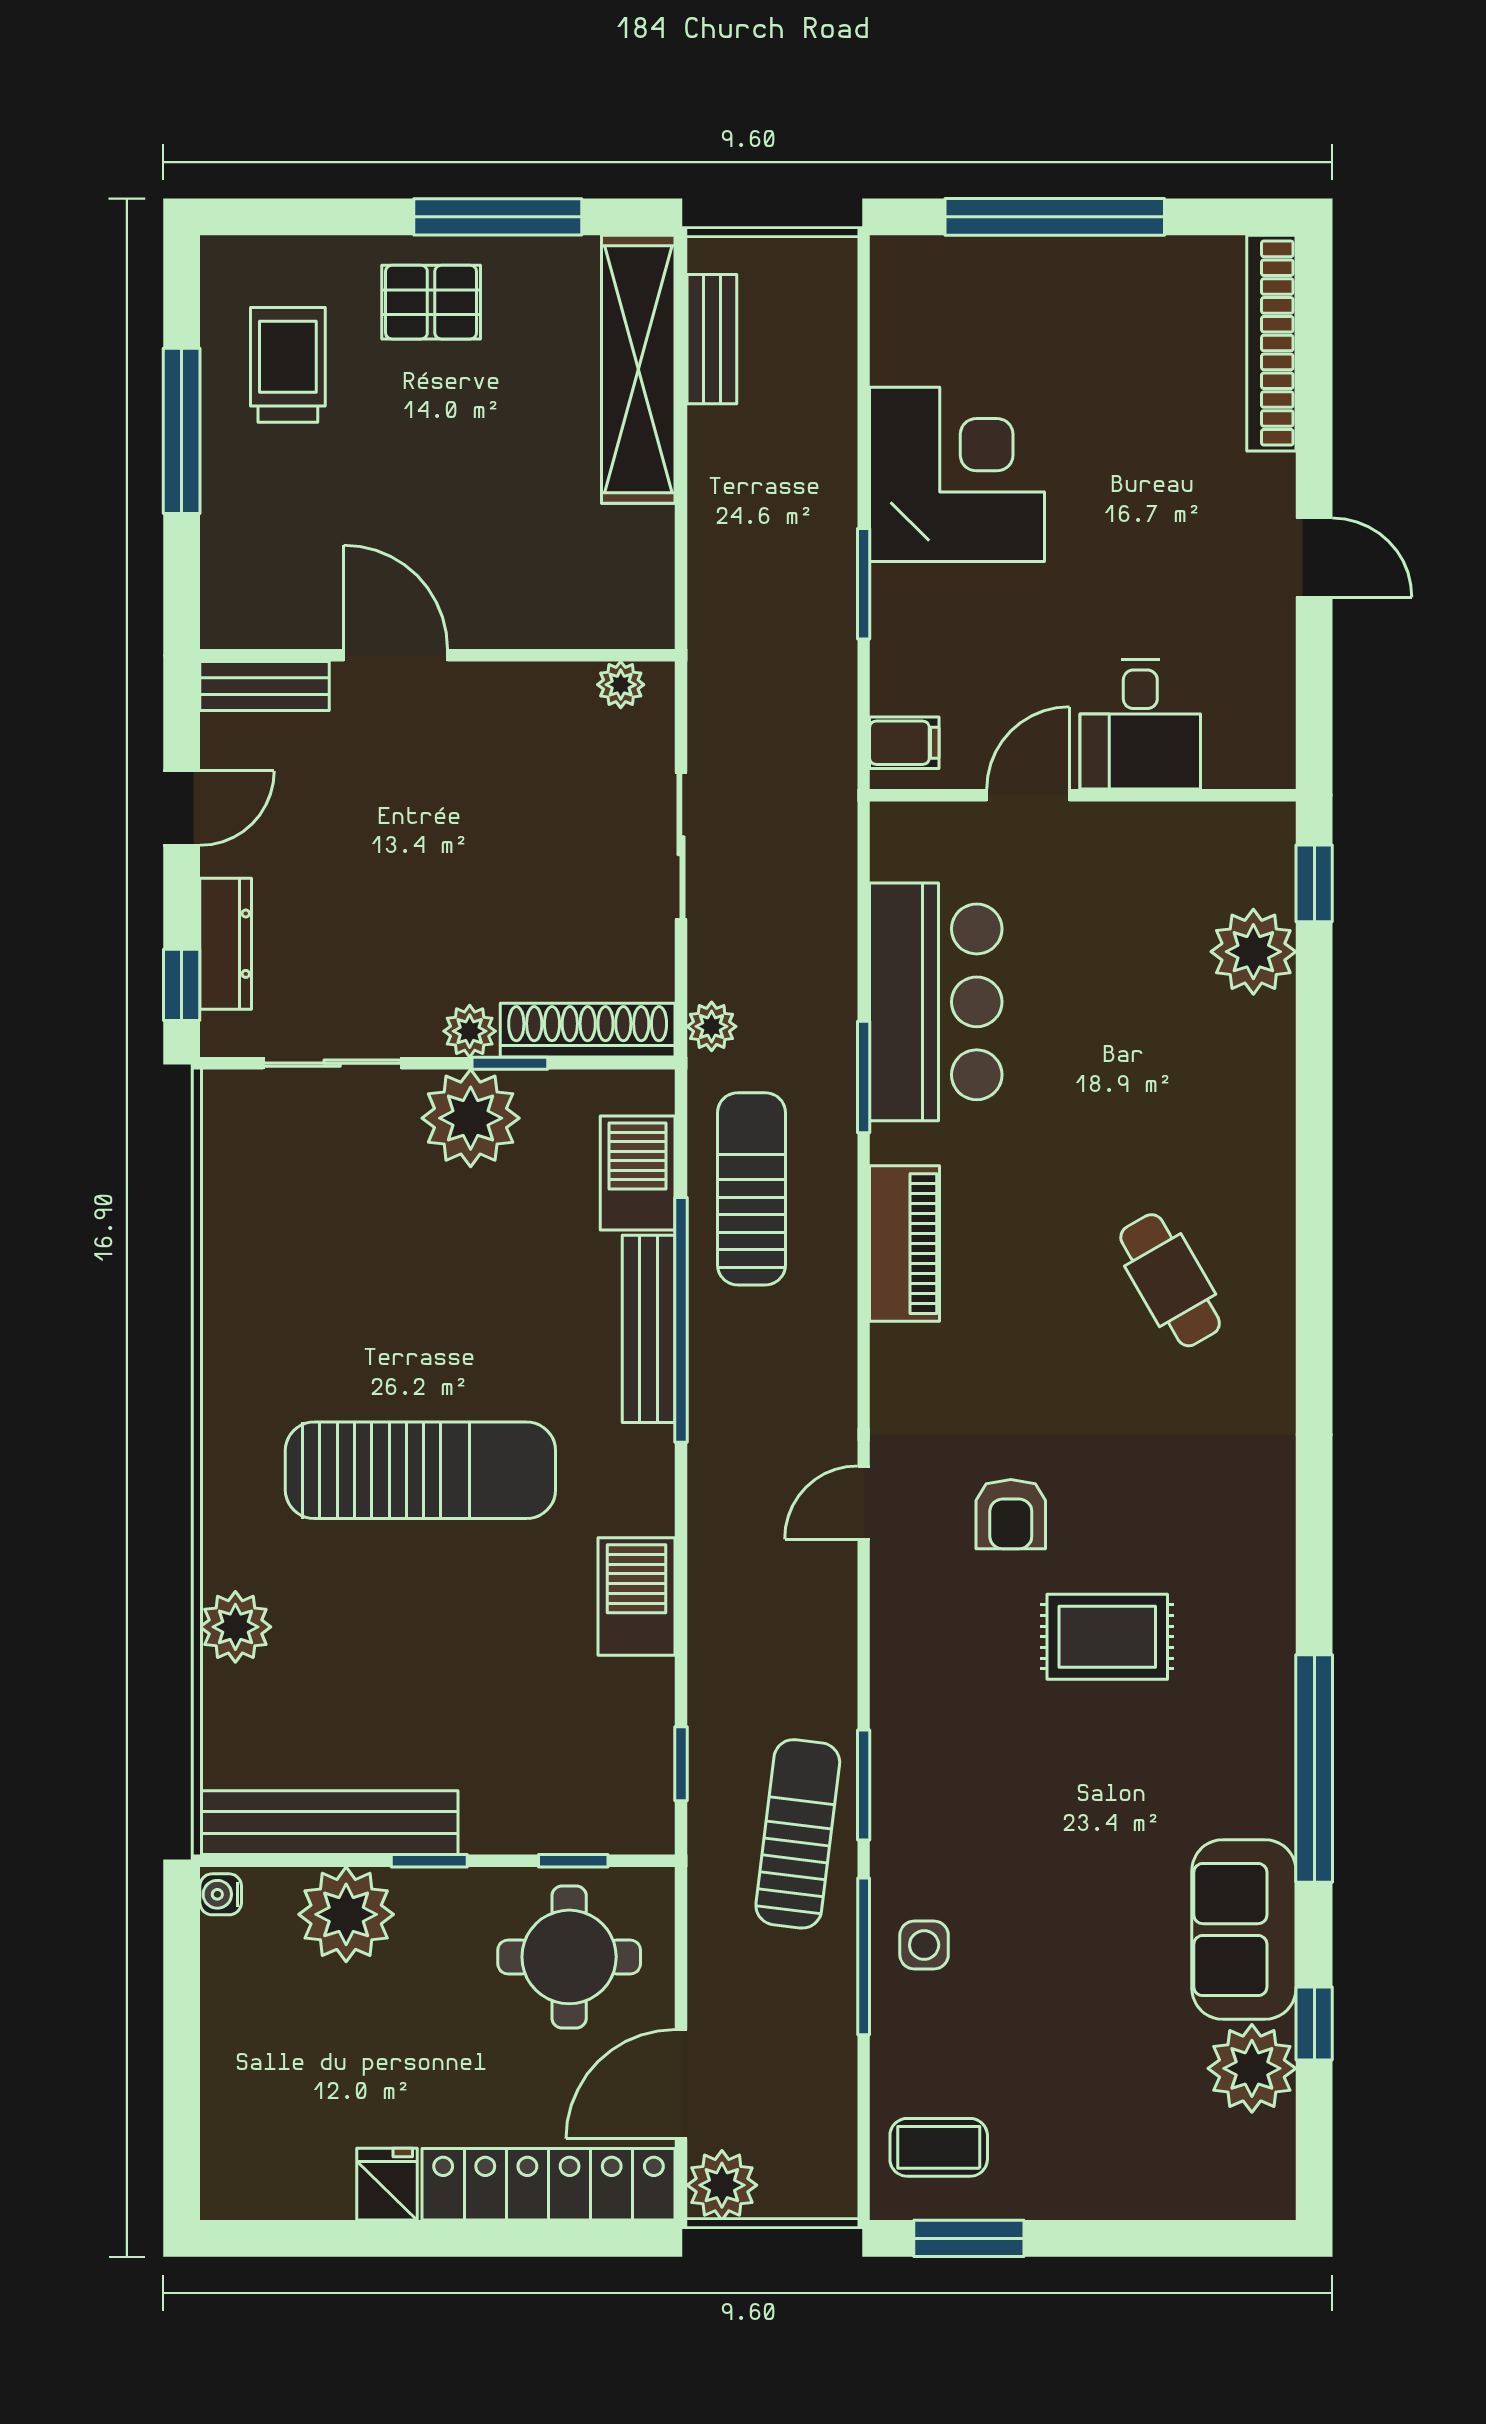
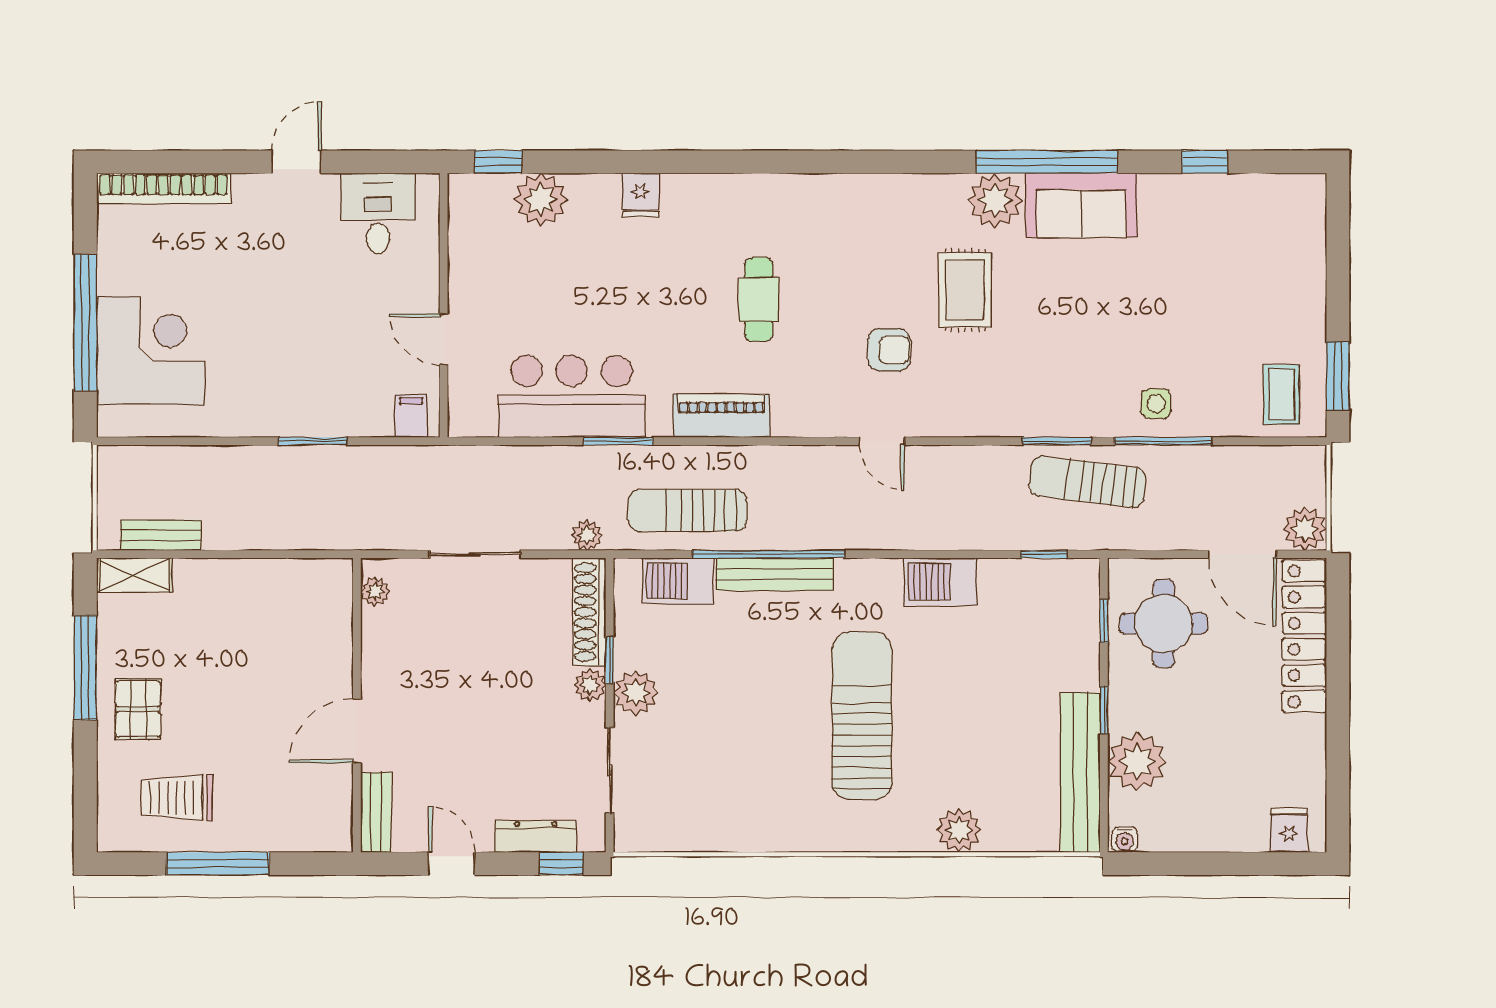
shelving: (638, 369) -> (134, 575), width x0.45, depth x0.75
corner desk: (957, 474) -> (151, 350), moved, turned 90
desk: (1140, 724) -> (378, 213), moved, turned -90
fridge: (1261, 1113) -> (641, 195), added
plant: (471, 1118) -> (636, 693), width x0.73, depth x0.73
cafe table: (1170, 1280) -> (759, 299), moved, turned -60
sofa: (1244, 1930) -> (1081, 205), moved
plant: (1252, 2068) -> (995, 200), moved
fridge: (387, 2184) -> (1289, 830), moved, turned 90

